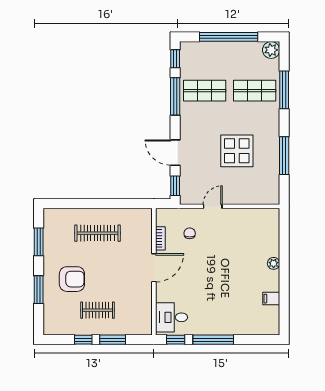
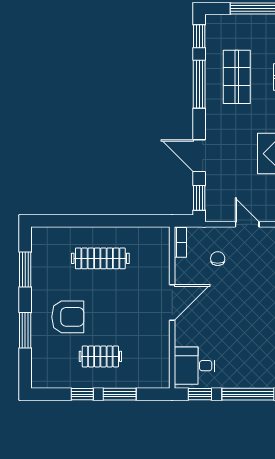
shop shelf: (205, 91) -> (237, 77), turned 90
door: (213, 206) -> (247, 224), hinge flipped
bookcase: (160, 238) -> (180, 242), moved

